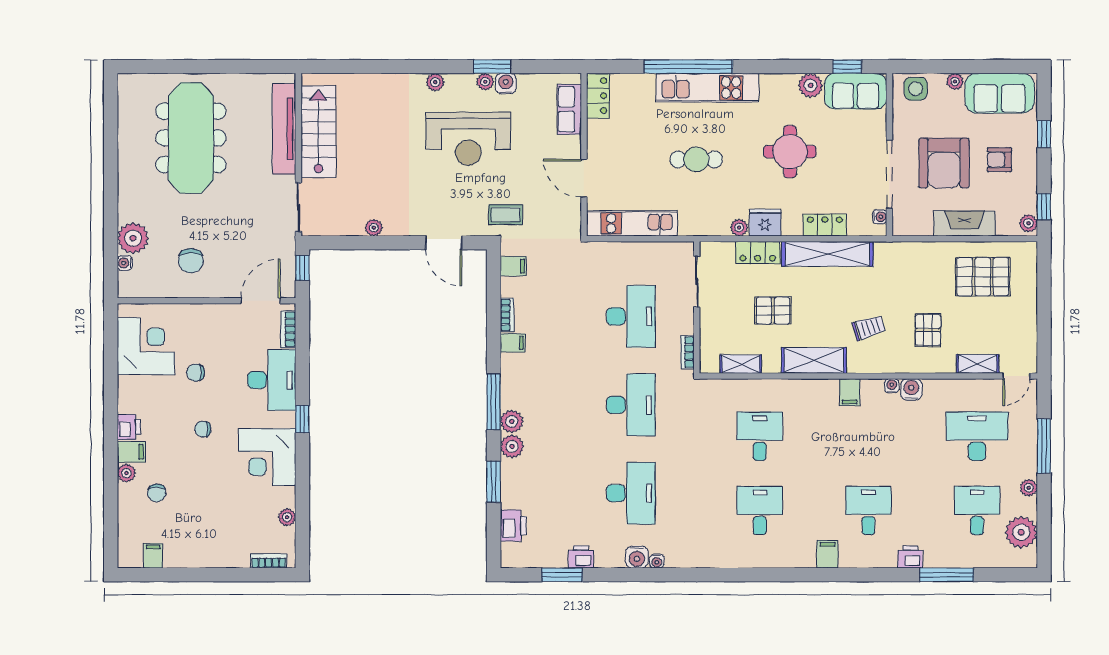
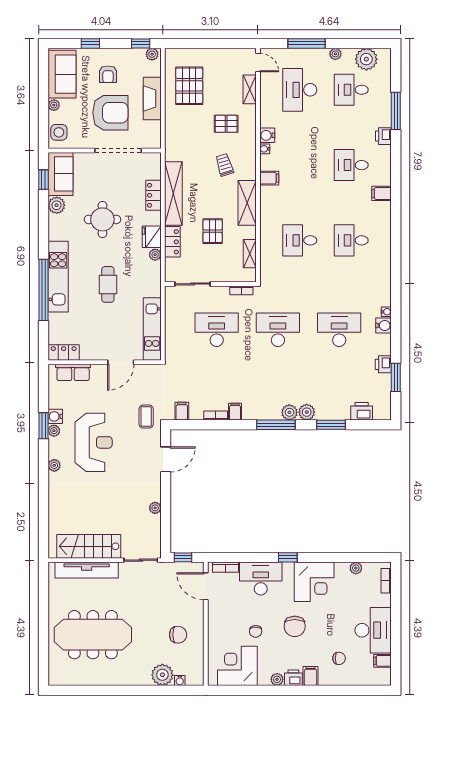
water cooler: (880, 217) -> (148, 157), removed
chair: (203, 429) -> (295, 626), width x1.87, depth x1.87
plant: (126, 473) -> (277, 679), moved
desk: (197, 542) -> (373, 630), added

